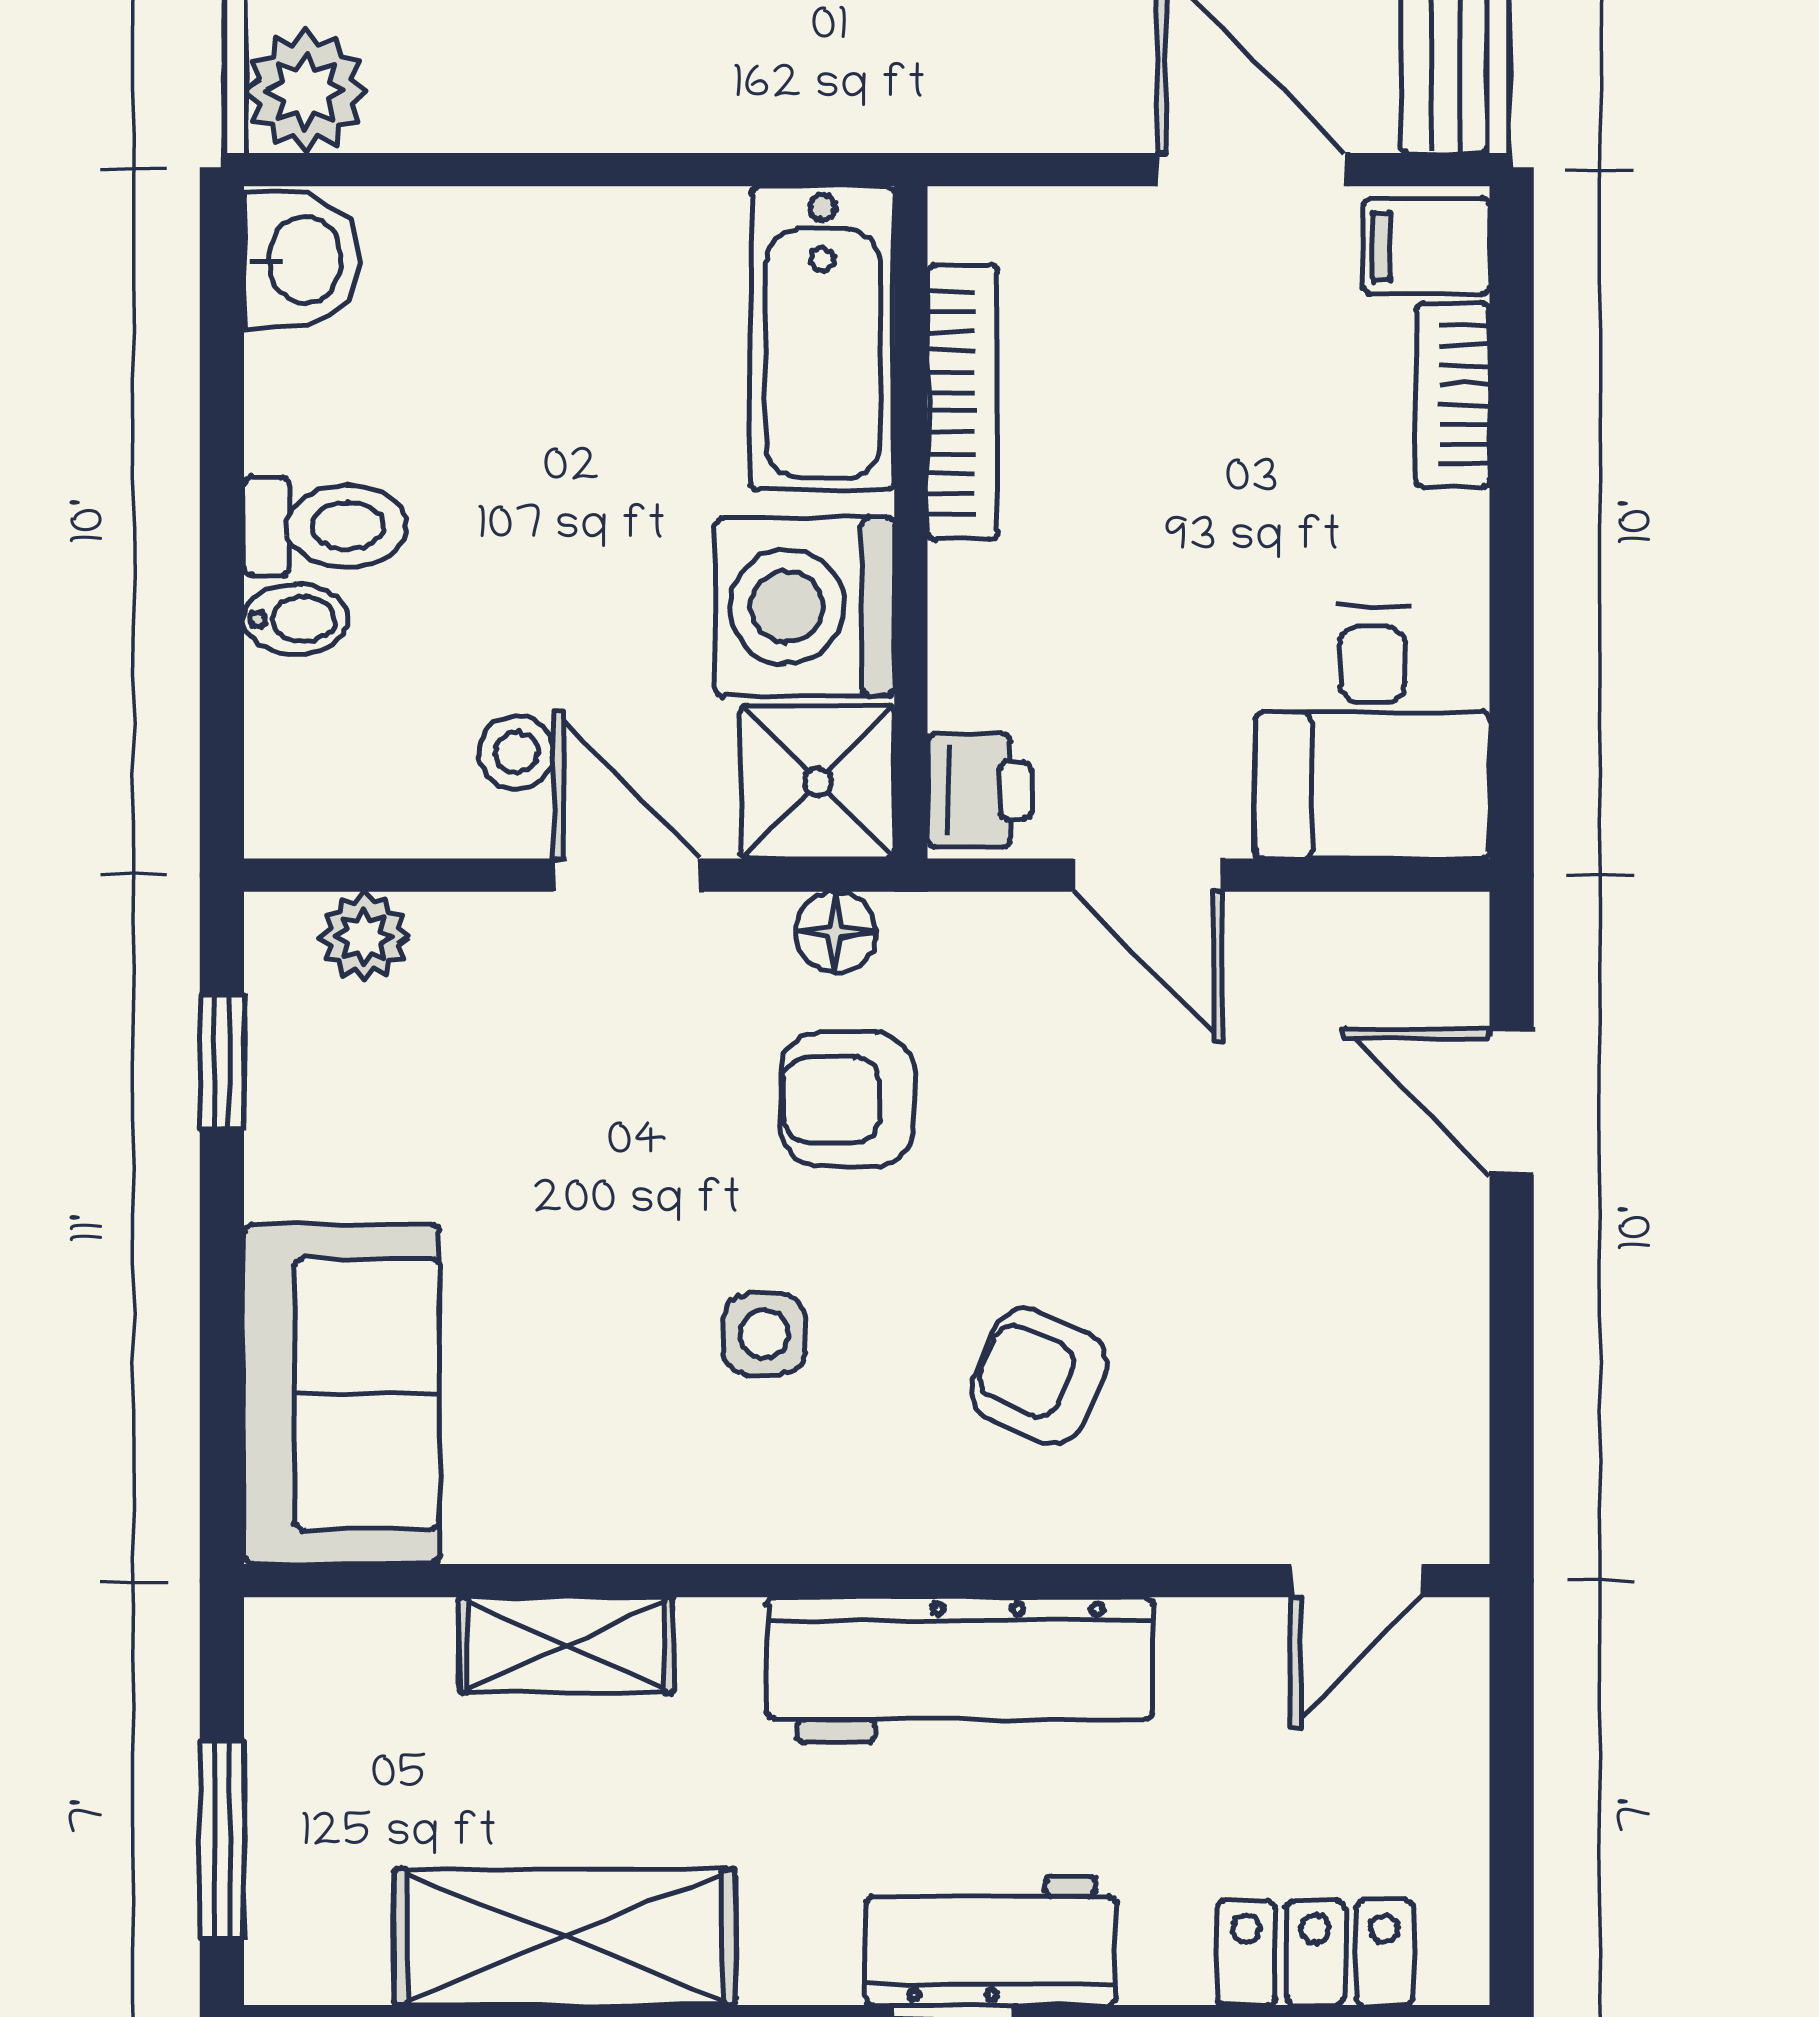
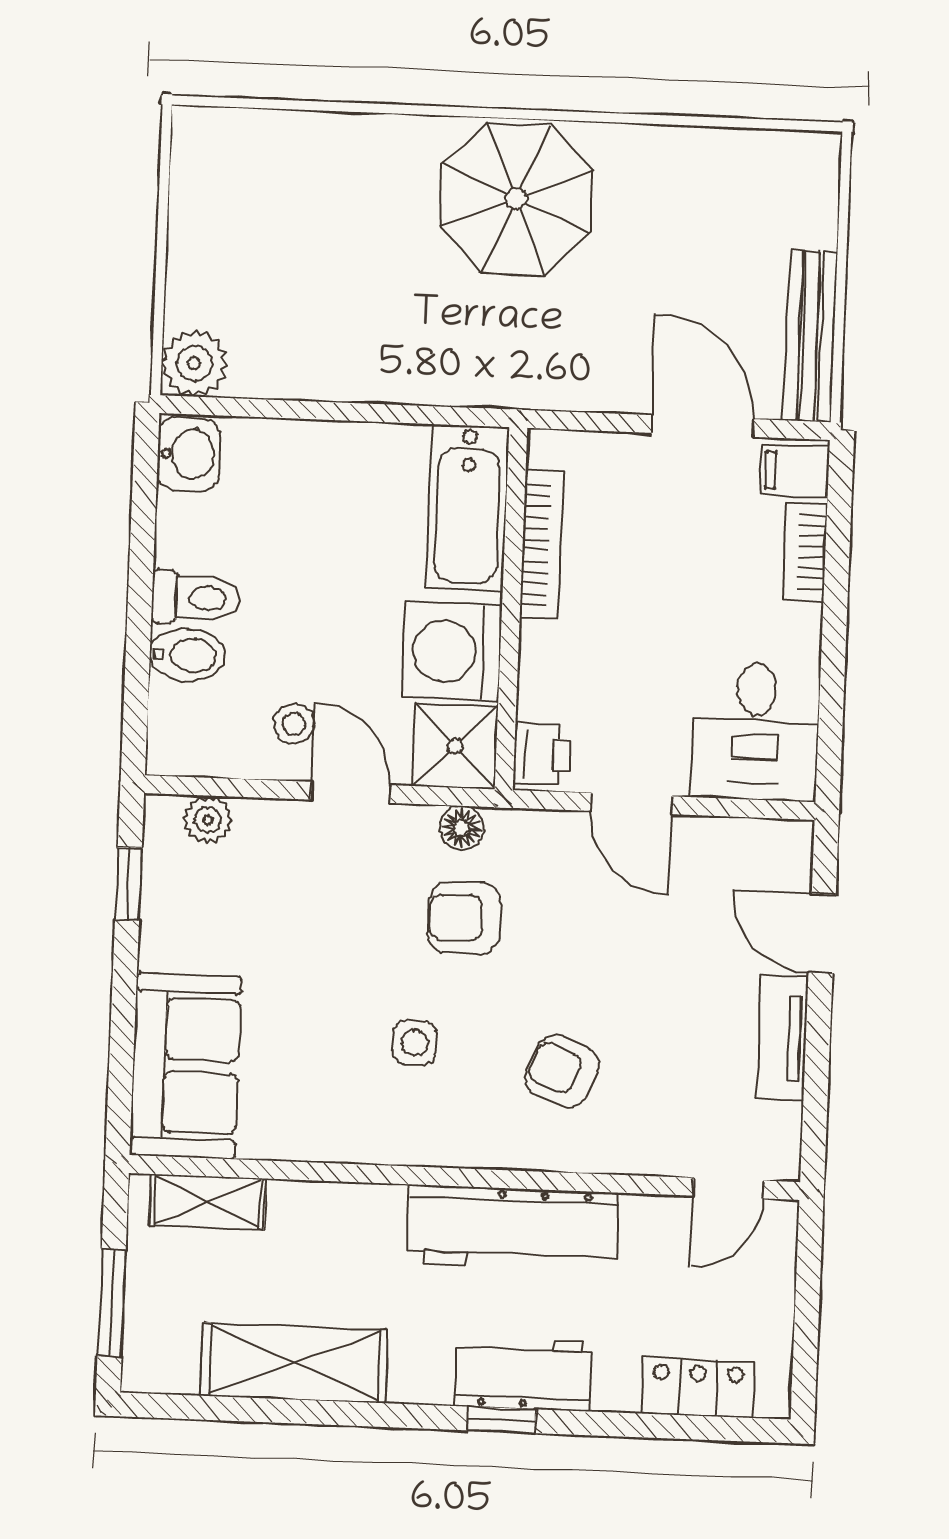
bidet: (296, 619) -> (187, 655), width x1.38, depth x1.36
tv unit: (1446, 1298) -> (782, 1038), added
shelving: (566, 1645) -> (208, 1202), moved

